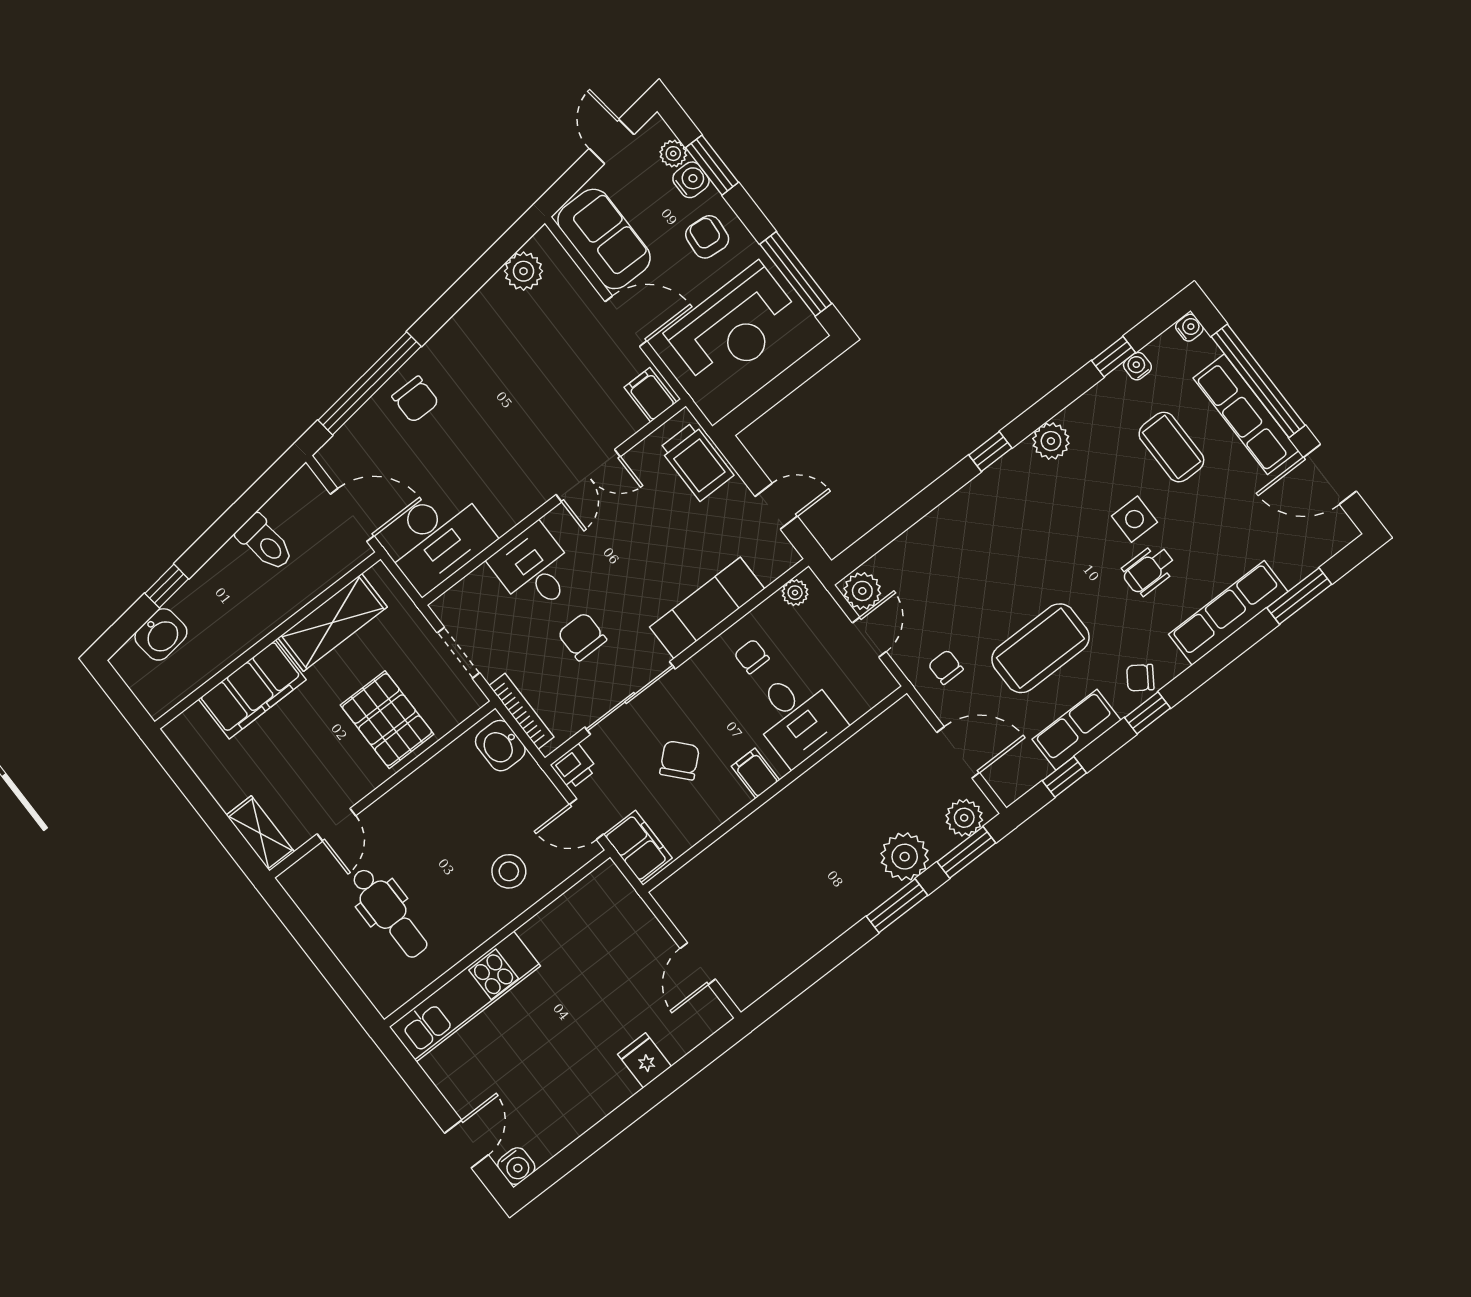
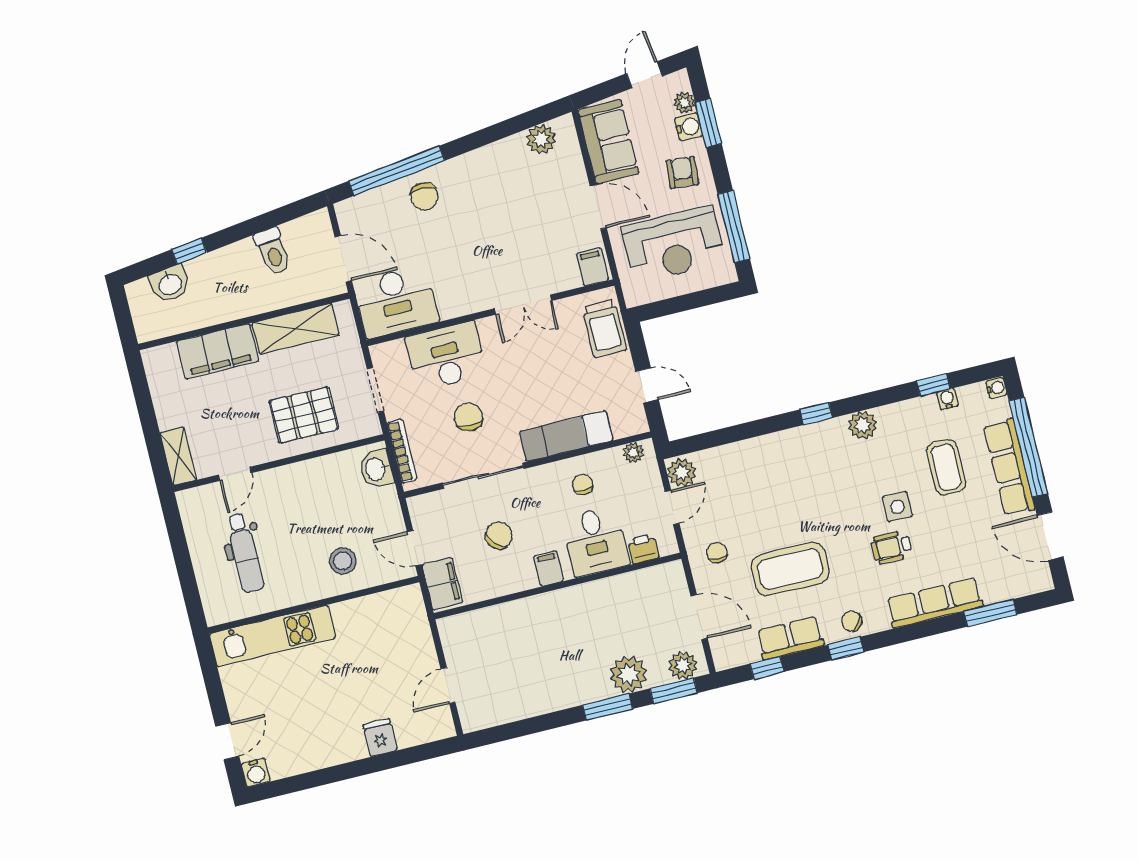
desk: (534, 569) -> (446, 356), width x1.37
pallet: (387, 720) -> (304, 415), turned 90
printer: (574, 767) -> (643, 549), moved, turned 180

